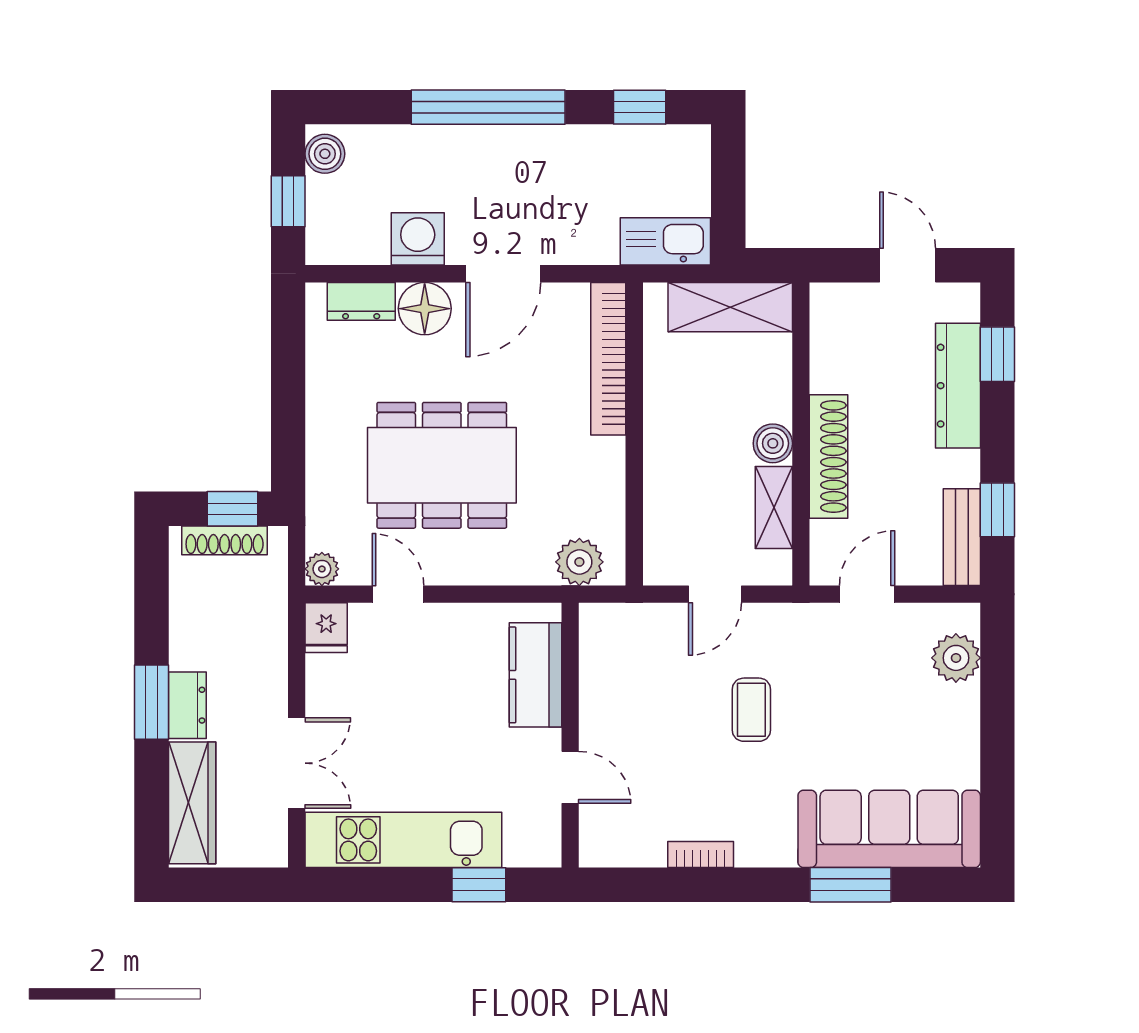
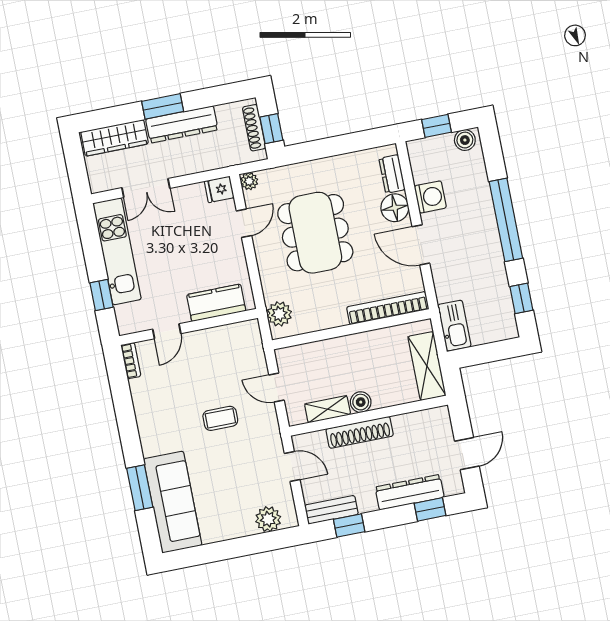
dresser: (187, 705) -> (182, 124), width x1.96, depth x1.24
bookcase: (701, 854) -> (131, 361), moved

